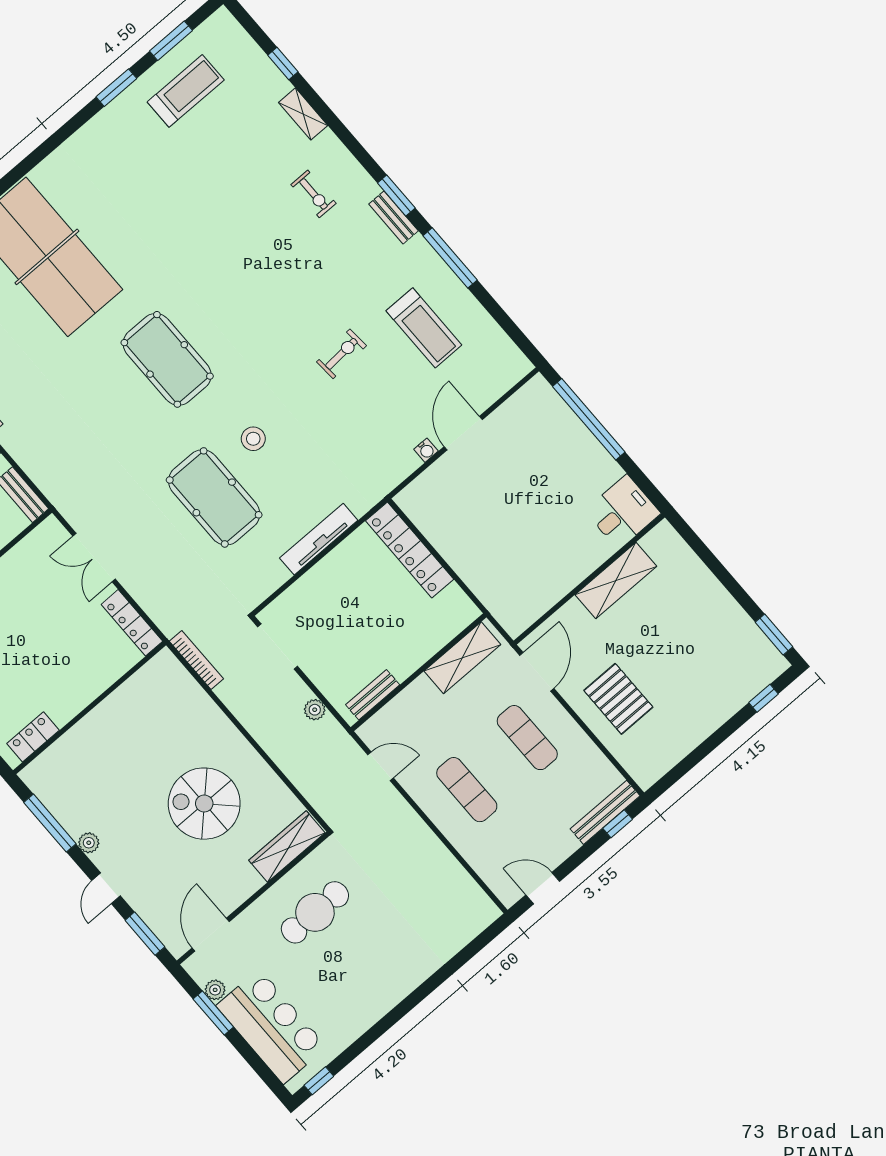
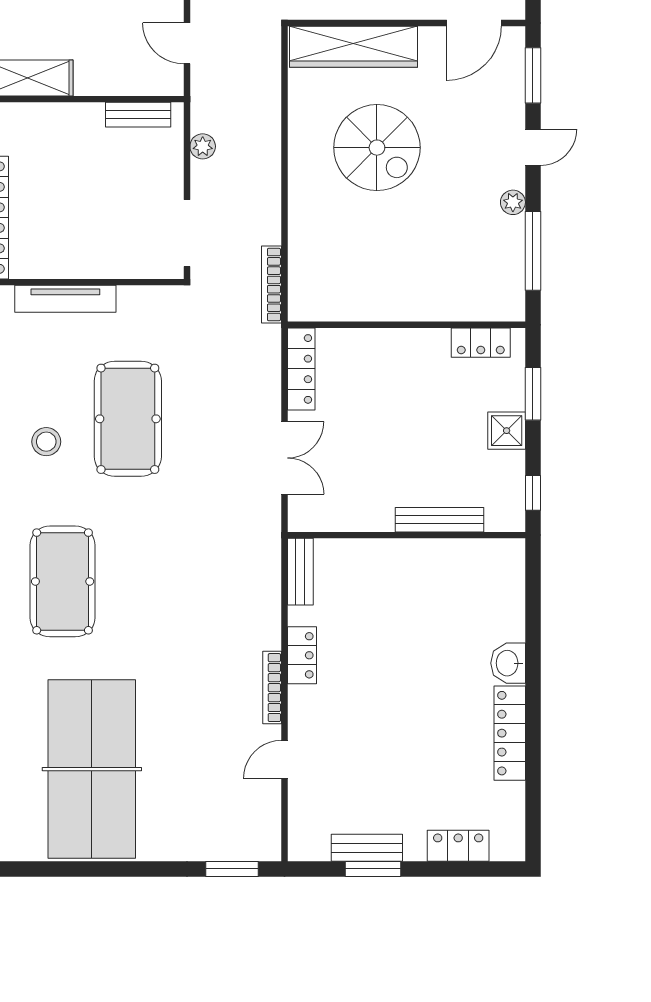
wardrobe: (287, 846) -> (353, 47), width x1.40, depth x1.17

